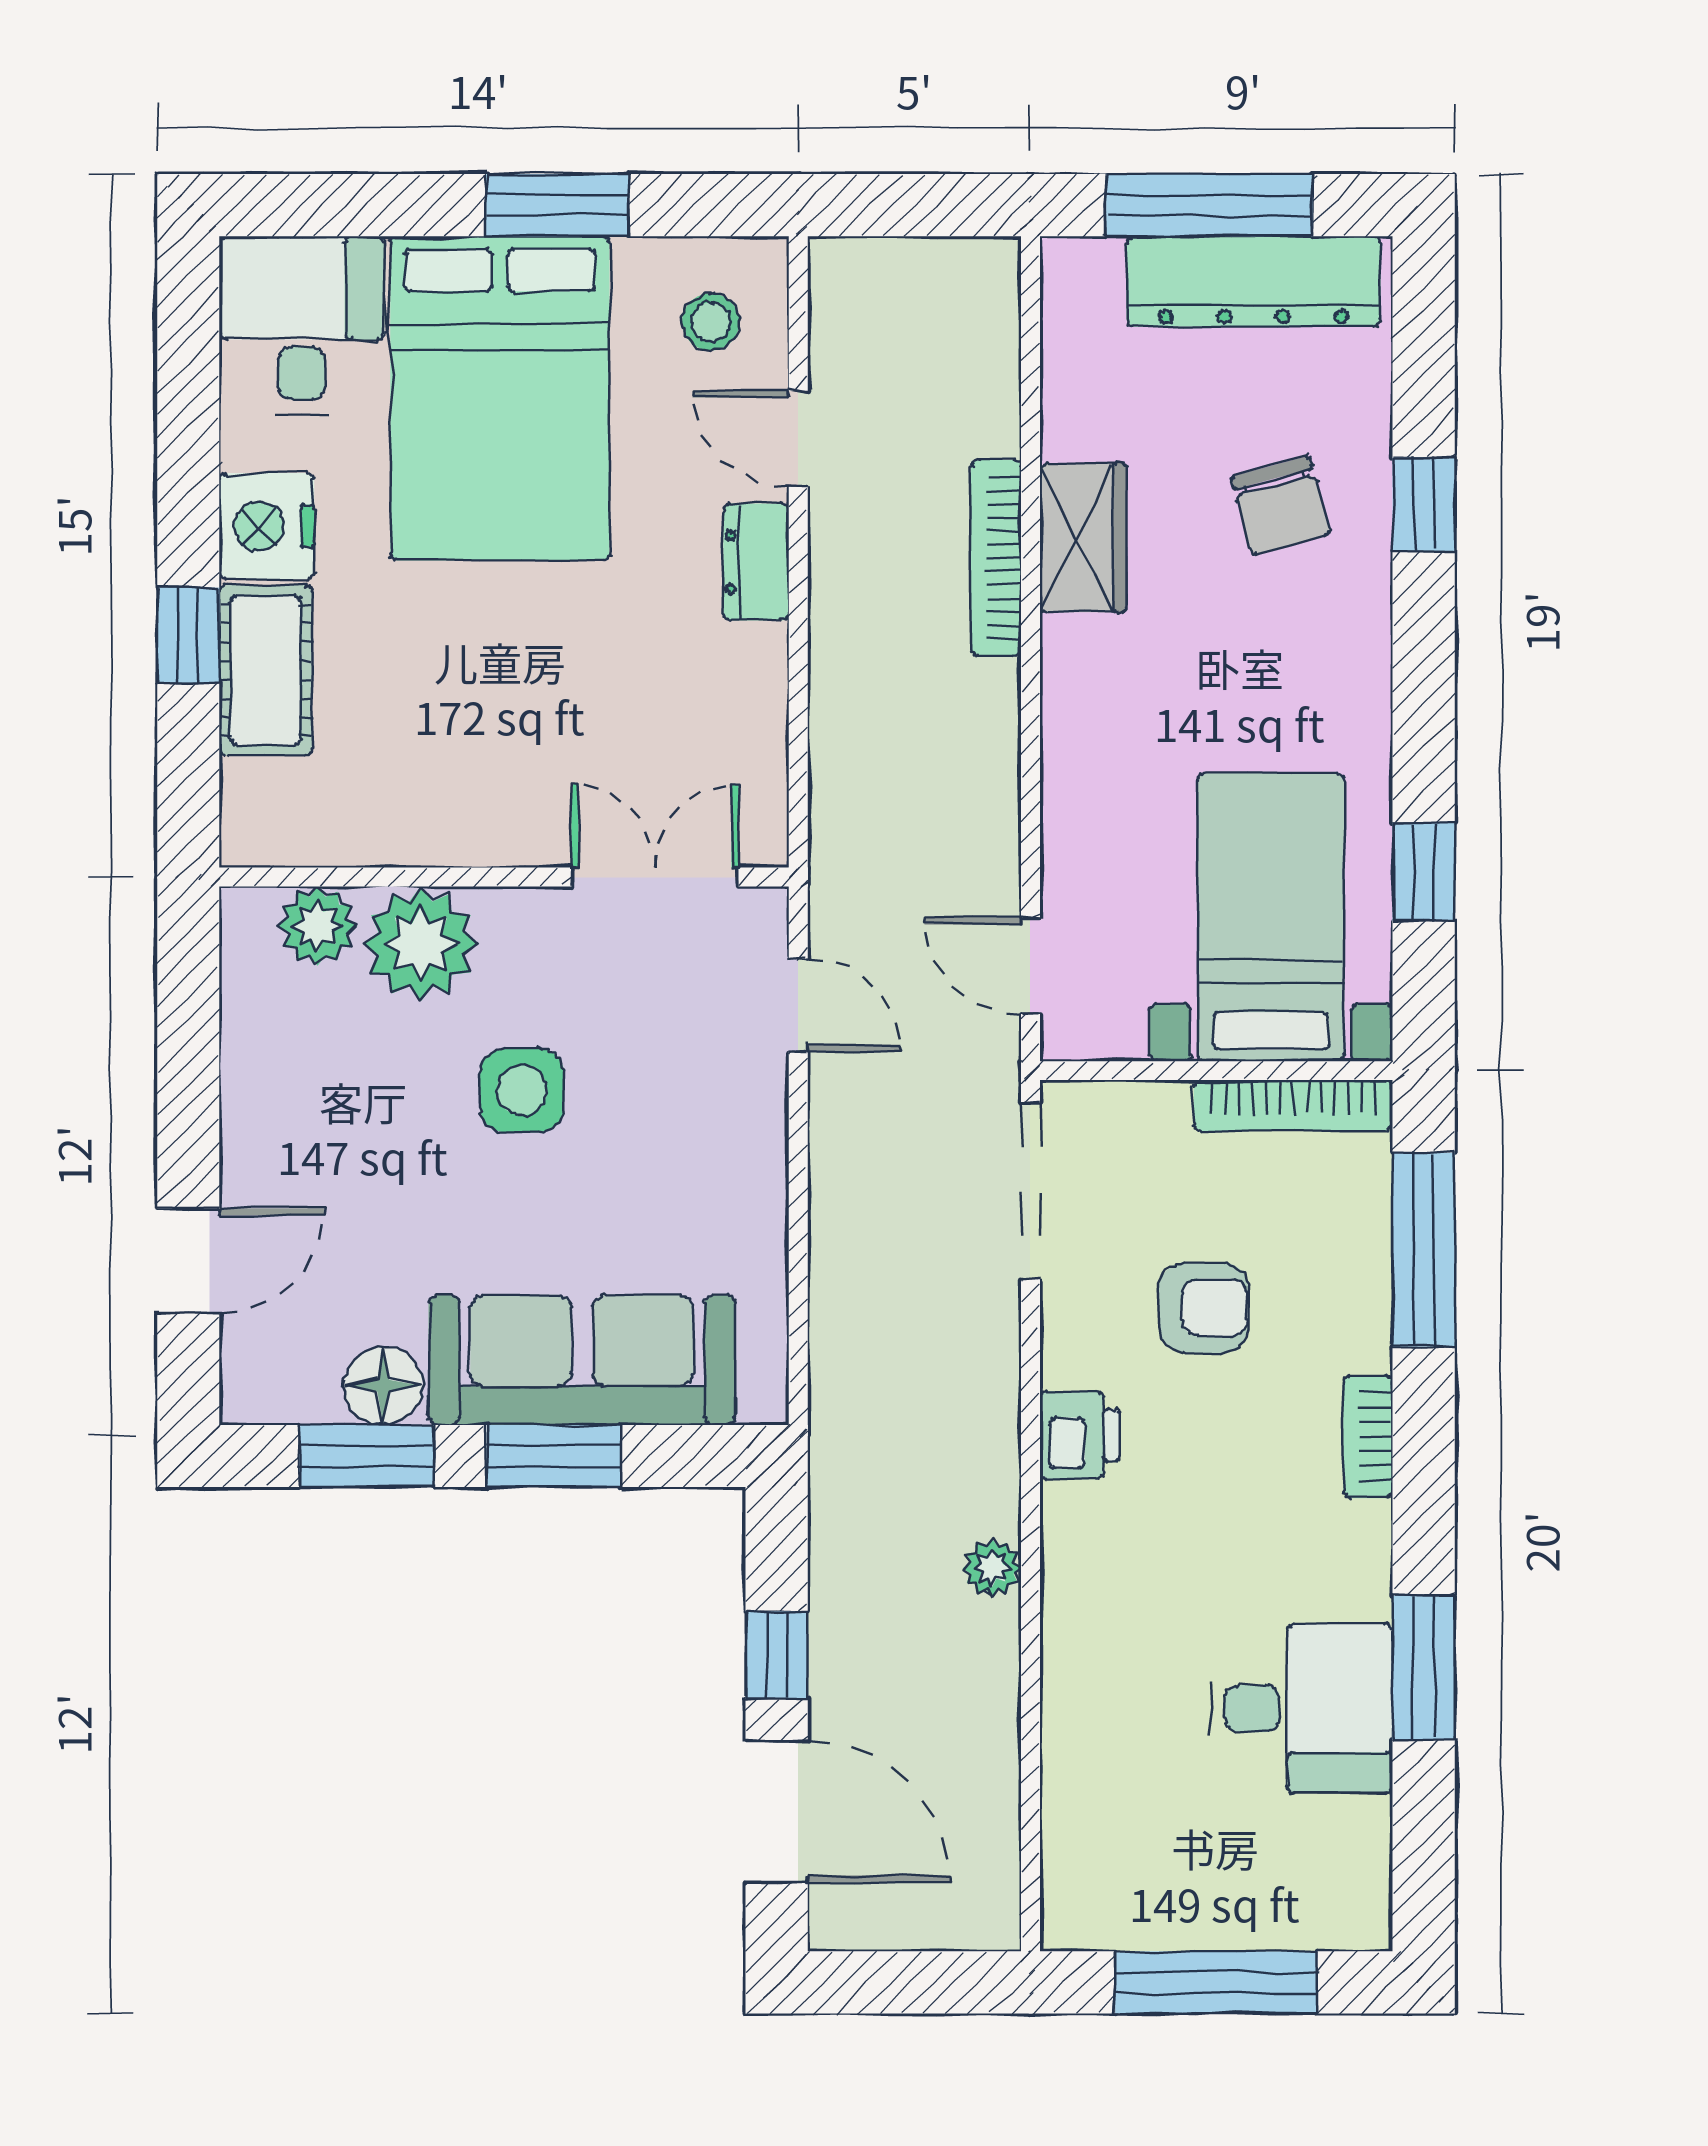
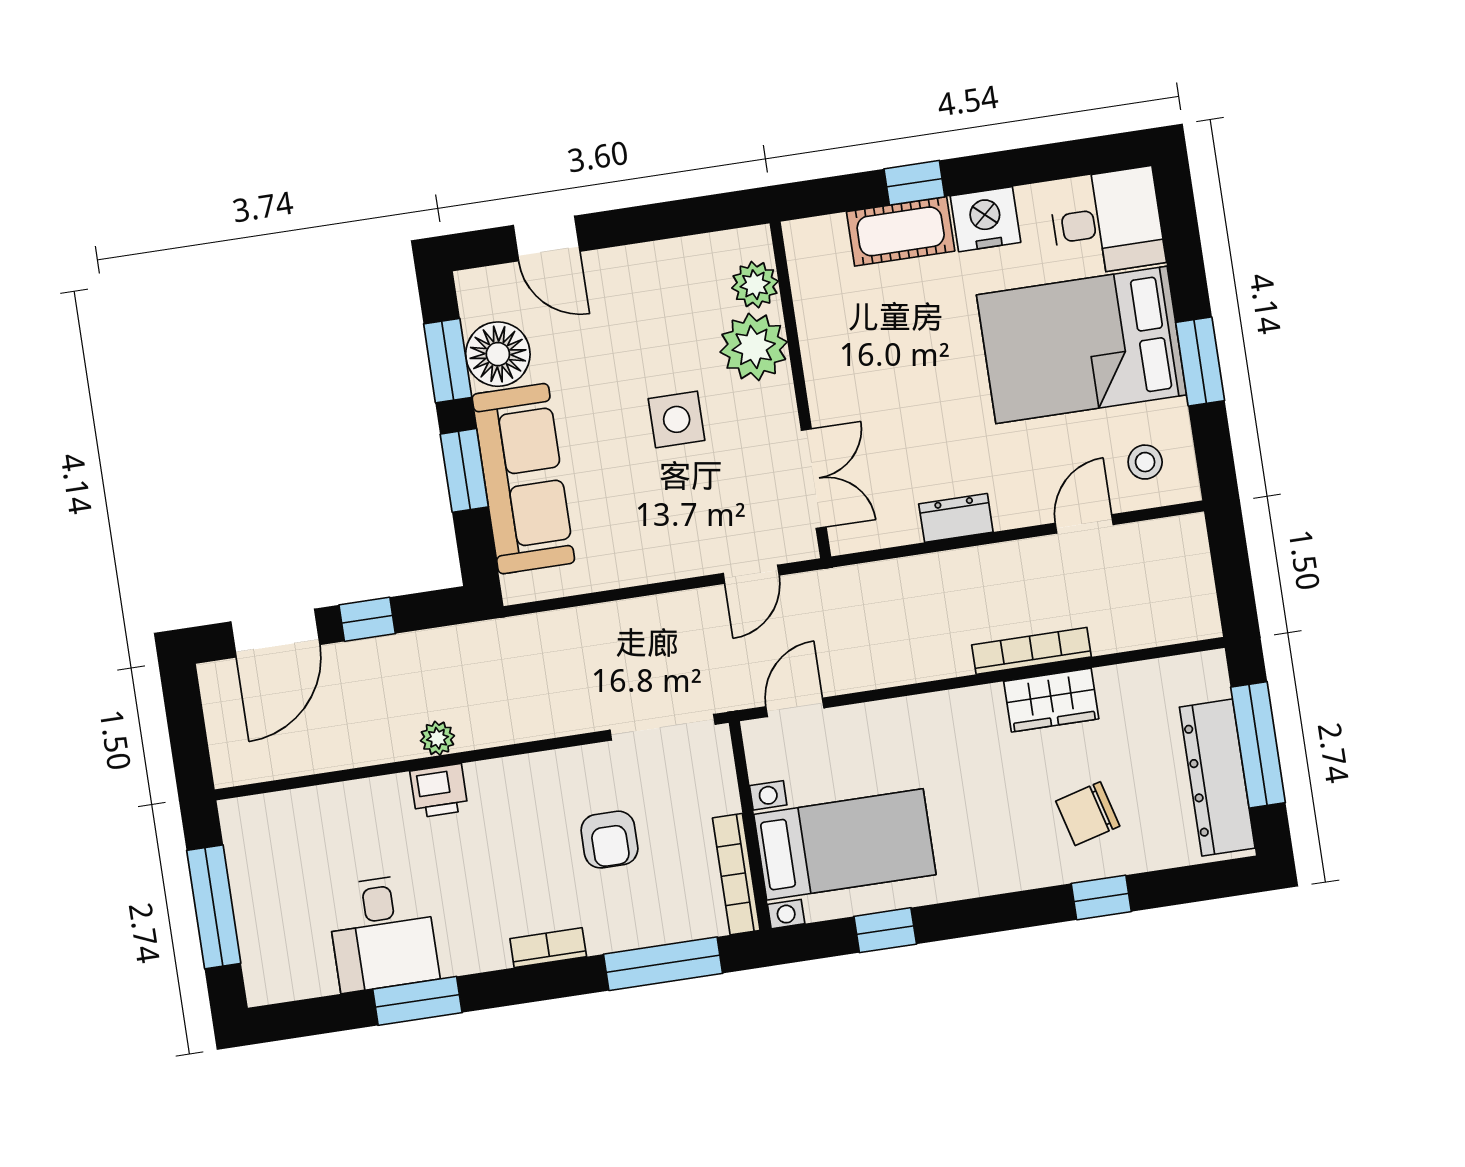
dresser: (756, 562) -> (956, 518), moved
floor lamp: (383, 1386) -> (498, 354), width x1.38, depth x1.38
printer: (1080, 1435) -> (439, 791), moved

